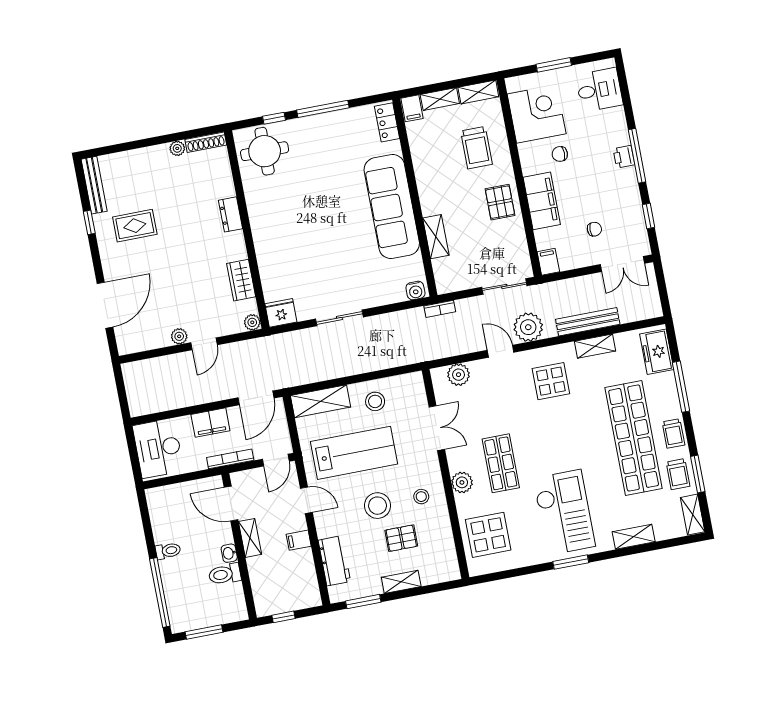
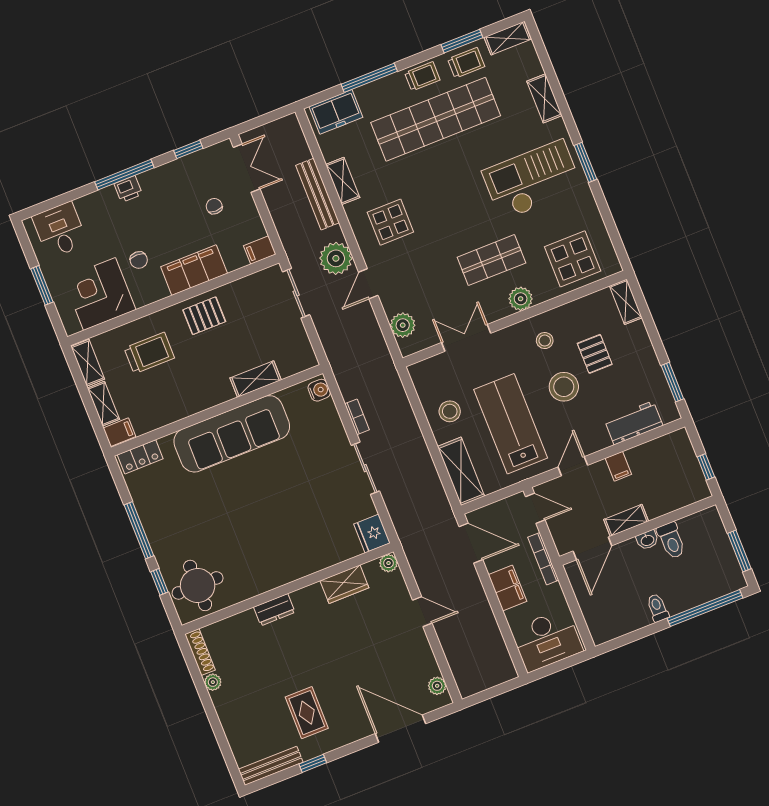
bookcase: (440, 309) -> (357, 417), moved
plant: (179, 336) -> (437, 686), moved
shelving: (401, 582) -> (626, 302), moved

